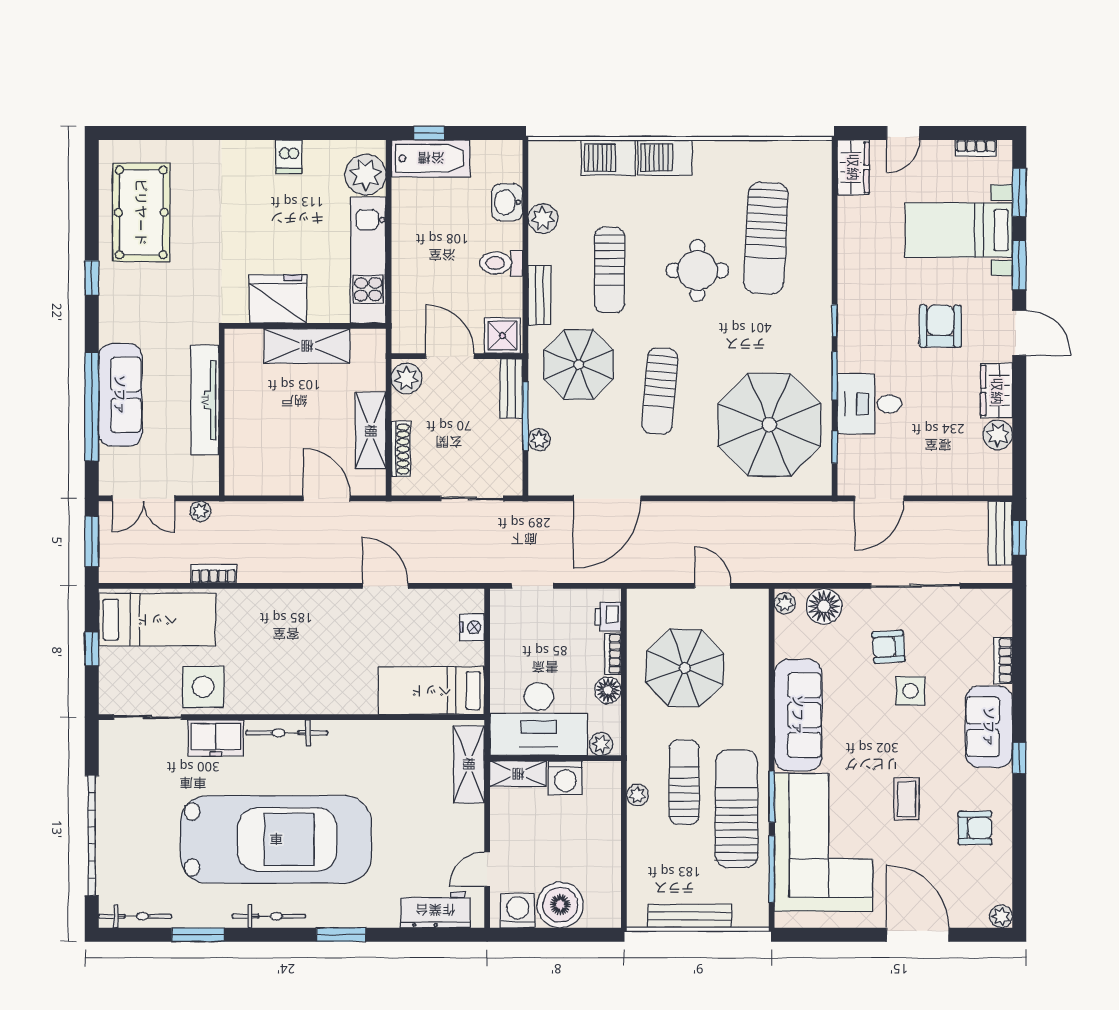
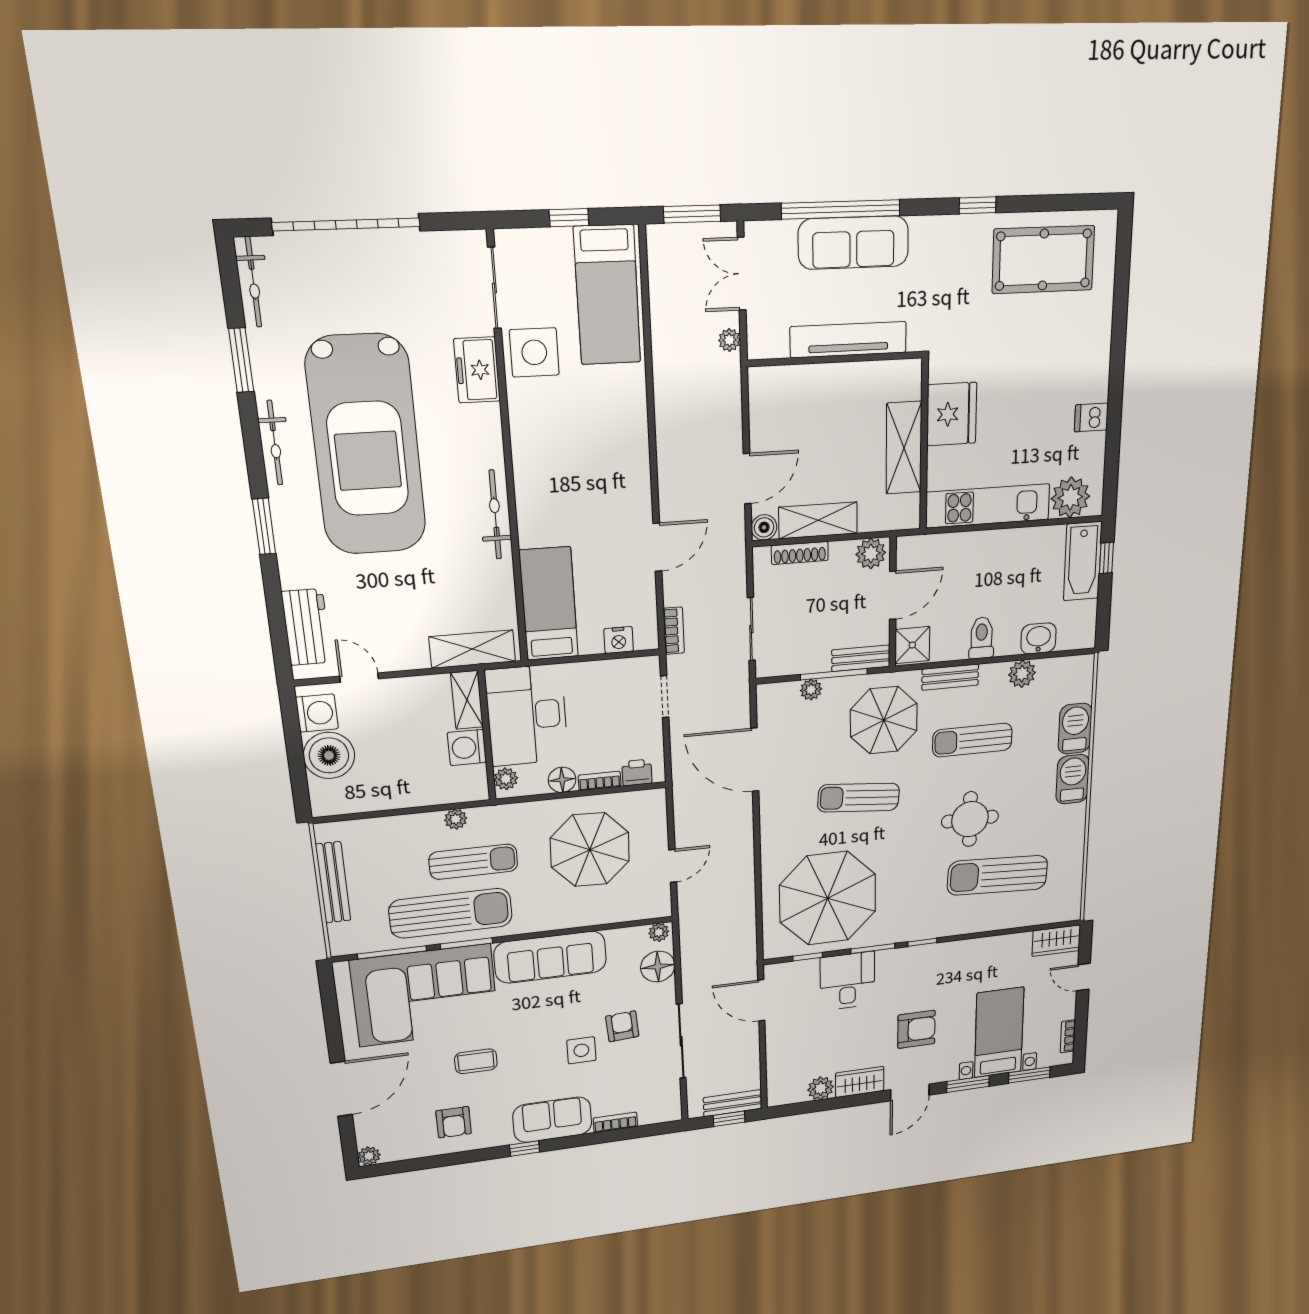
boiler: (374, 483) -> (764, 527), added
bookcase: (214, 574) -> (674, 631), moved
bicycle: (287, 733) -> (495, 515), moved

